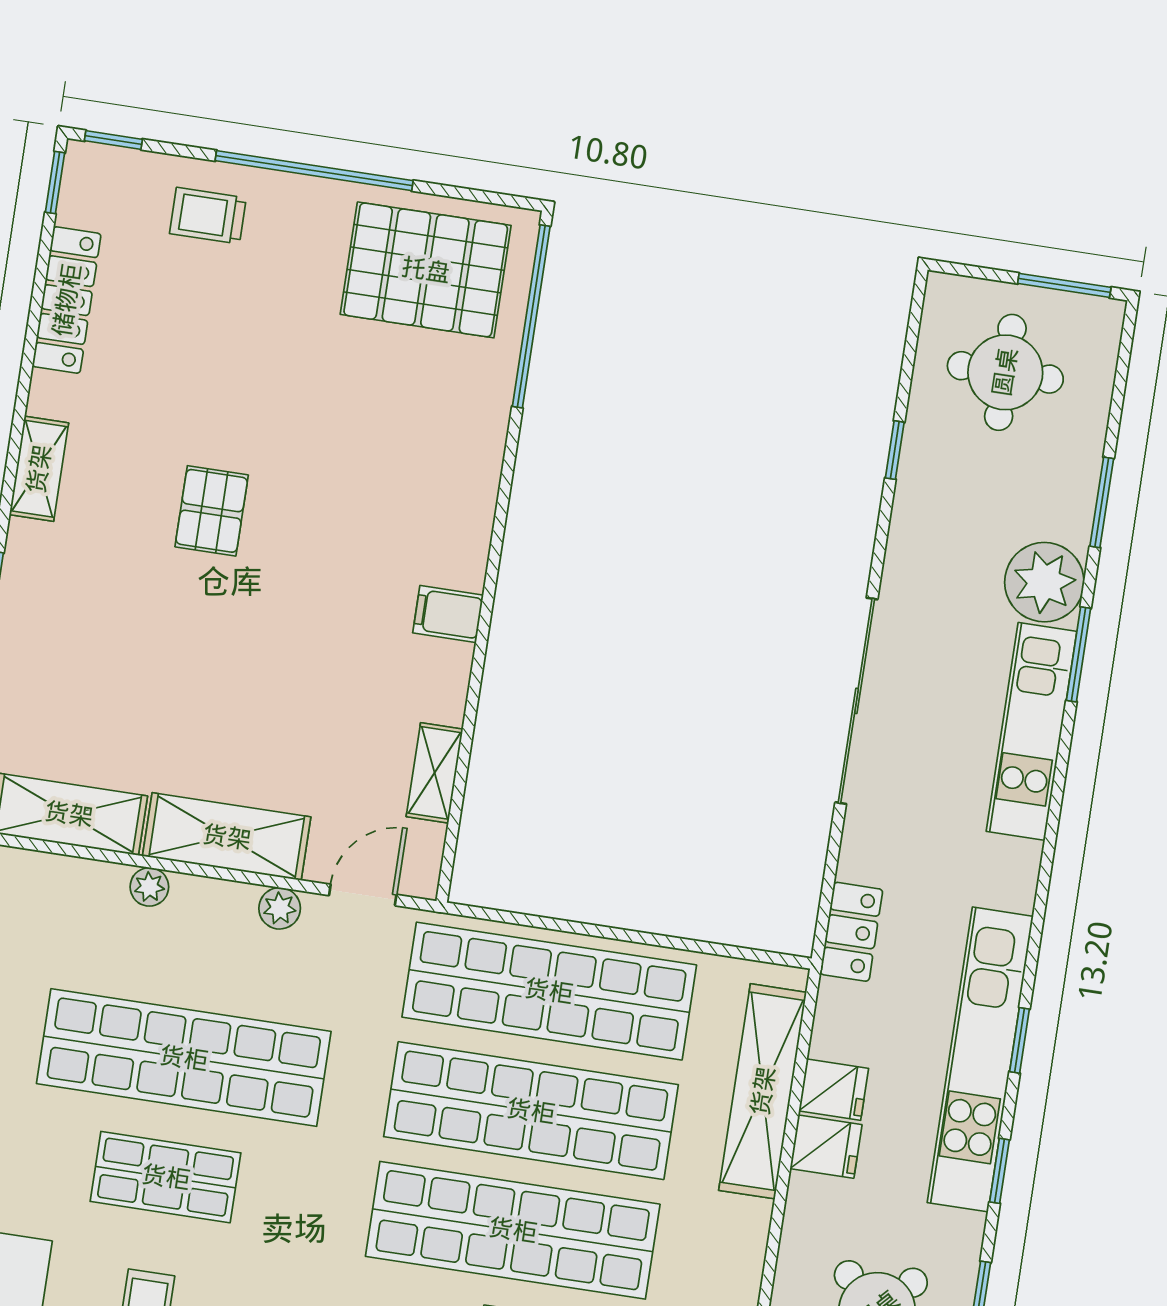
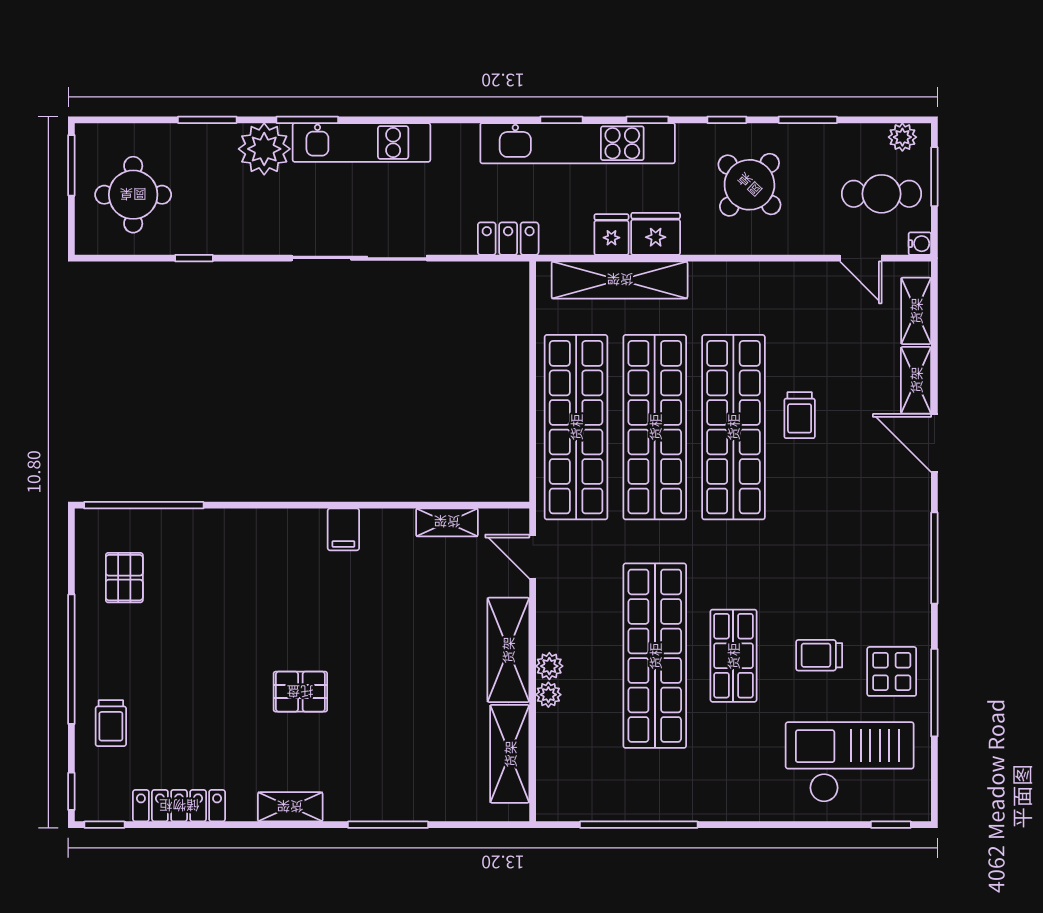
pallet: (426, 270) -> (124, 578), width x0.49, depth x0.50
plant: (280, 908) -> (549, 666), moved
fridge: (826, 1147) -> (656, 234), width x1.38

